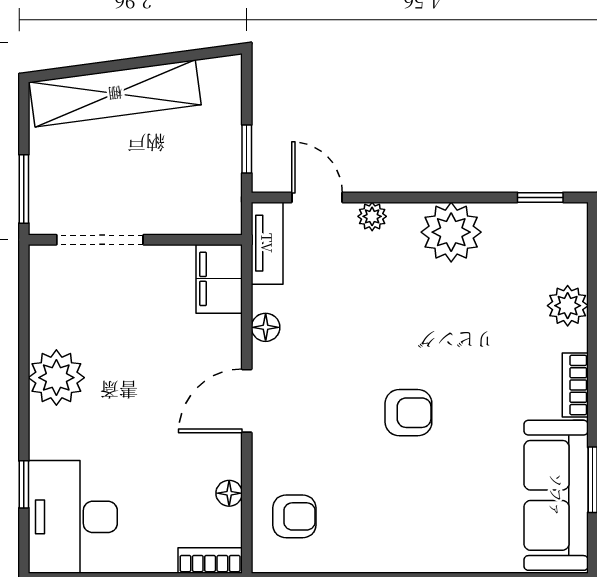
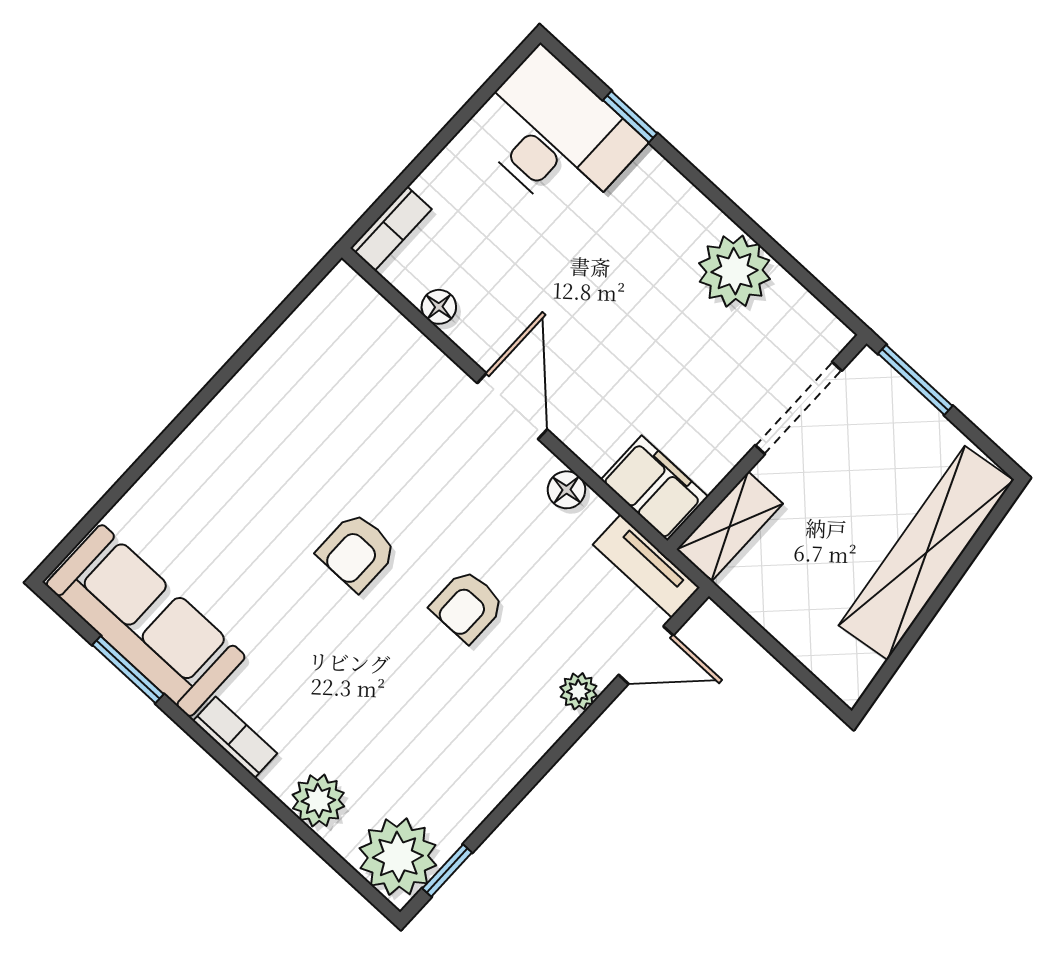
window: (247, 149) -> (755, 630), removed
shelving: (202, 217) -> (730, 527), added
plant: (451, 232) -> (398, 857), moved
plant: (56, 378) -> (735, 271), moved
armchair: (294, 516) -> (467, 606), moved

